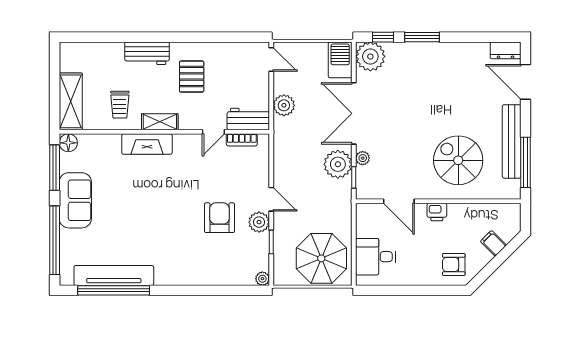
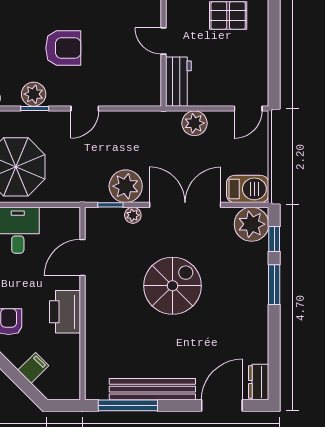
bookcase: (242, 140) -> (154, 74), removed
spiral stairs: (458, 160) -> (173, 286), moved
printer: (437, 212) -> (65, 312), width x1.87, depth x1.48
plant: (259, 222) -> (34, 94), moved

